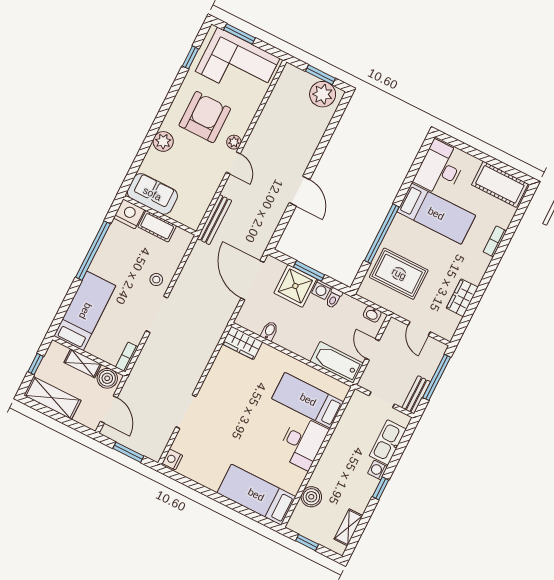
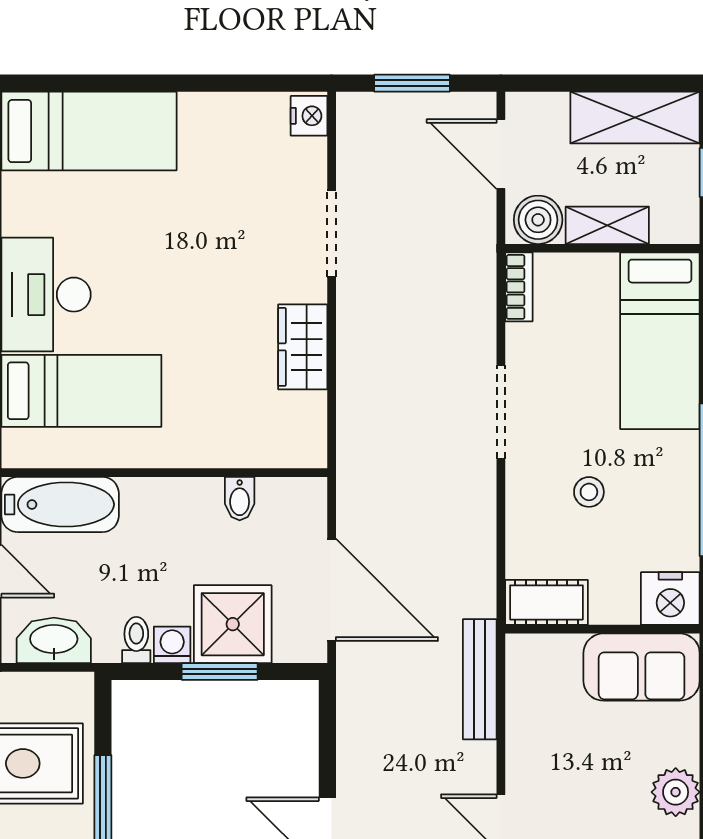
cot: (157, 226) -> (547, 602), moved
stool: (156, 280) -> (589, 492), moved
washbasin: (372, 314) -> (54, 640), width x1.91, depth x1.45
wardrobe: (242, 343) -> (303, 347), moved, turned -90

